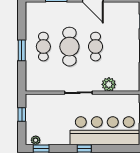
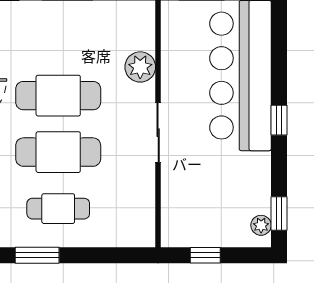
cafe table: (96, 47) -> (58, 96), width x1.37, depth x1.35
window: (22, 50) -> (37, 255), moved

